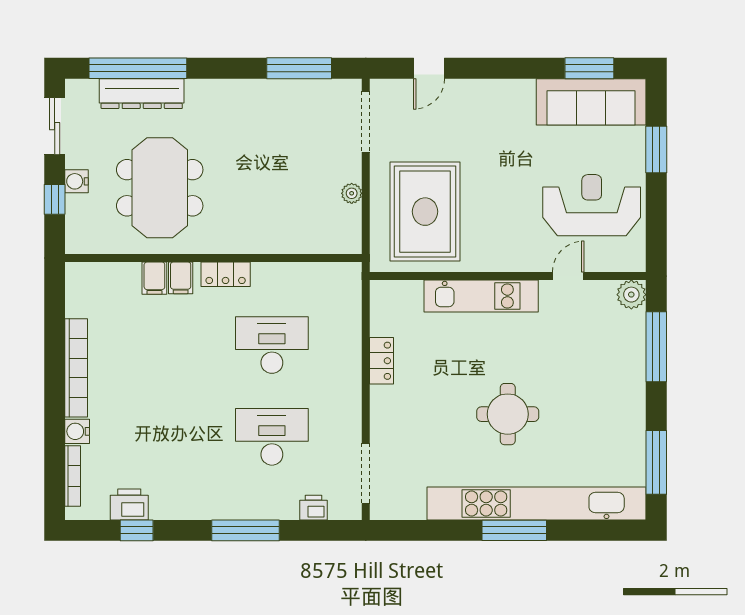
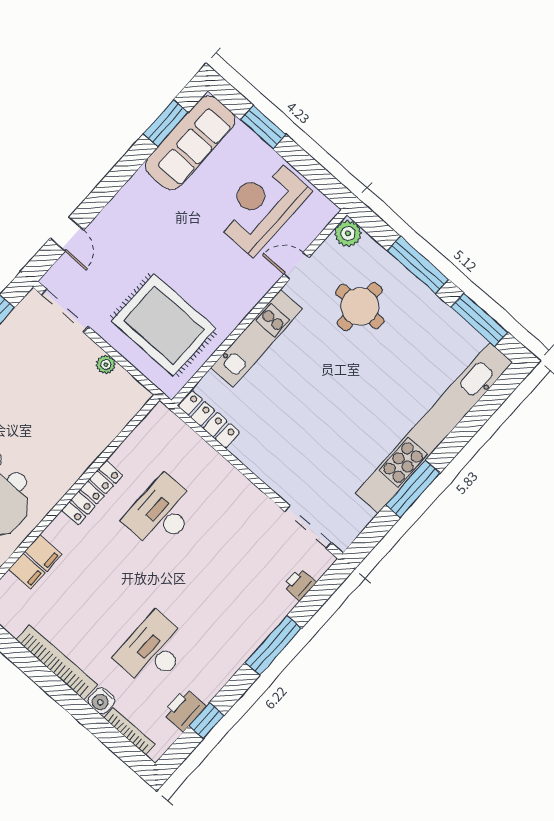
locker: (226, 274) -> (92, 493), width x1.53
door: (568, 276) -> (296, 266), hinge flipped
filing cabinet: (181, 278) -> (27, 571), moved
window: (656, 347) -> (418, 265), moved
locker: (381, 361) -> (209, 419), moved, width x1.53
round table: (508, 414) -> (360, 307), moved
desk: (272, 437) -> (153, 650), moved
window: (514, 530) -> (413, 489), moved

